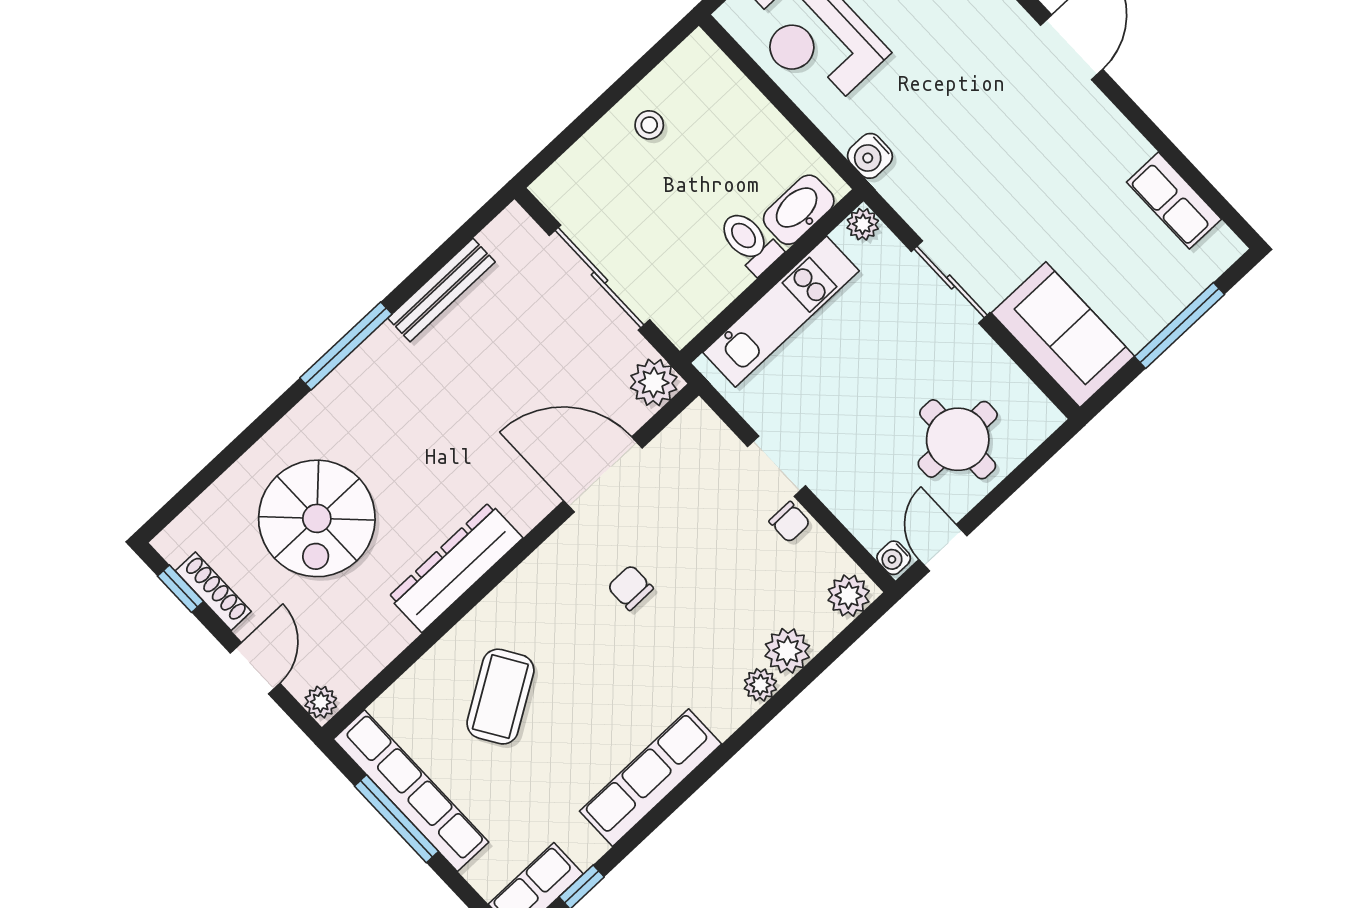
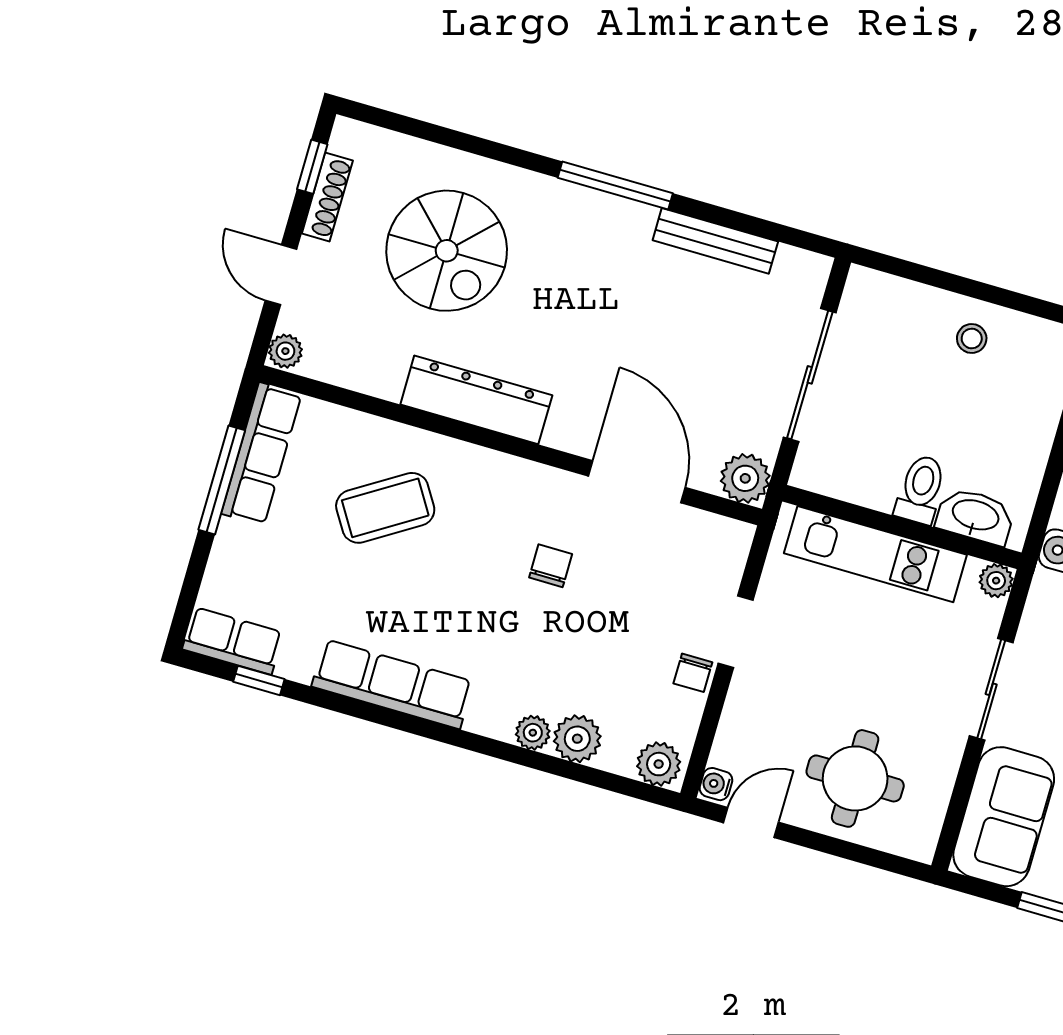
spiral stairs: (317, 518) -> (447, 251), turned -90
door: (255, 668) -> (281, 275), swing flipped
row of seats: (411, 791) -> (261, 454), width x0.73

